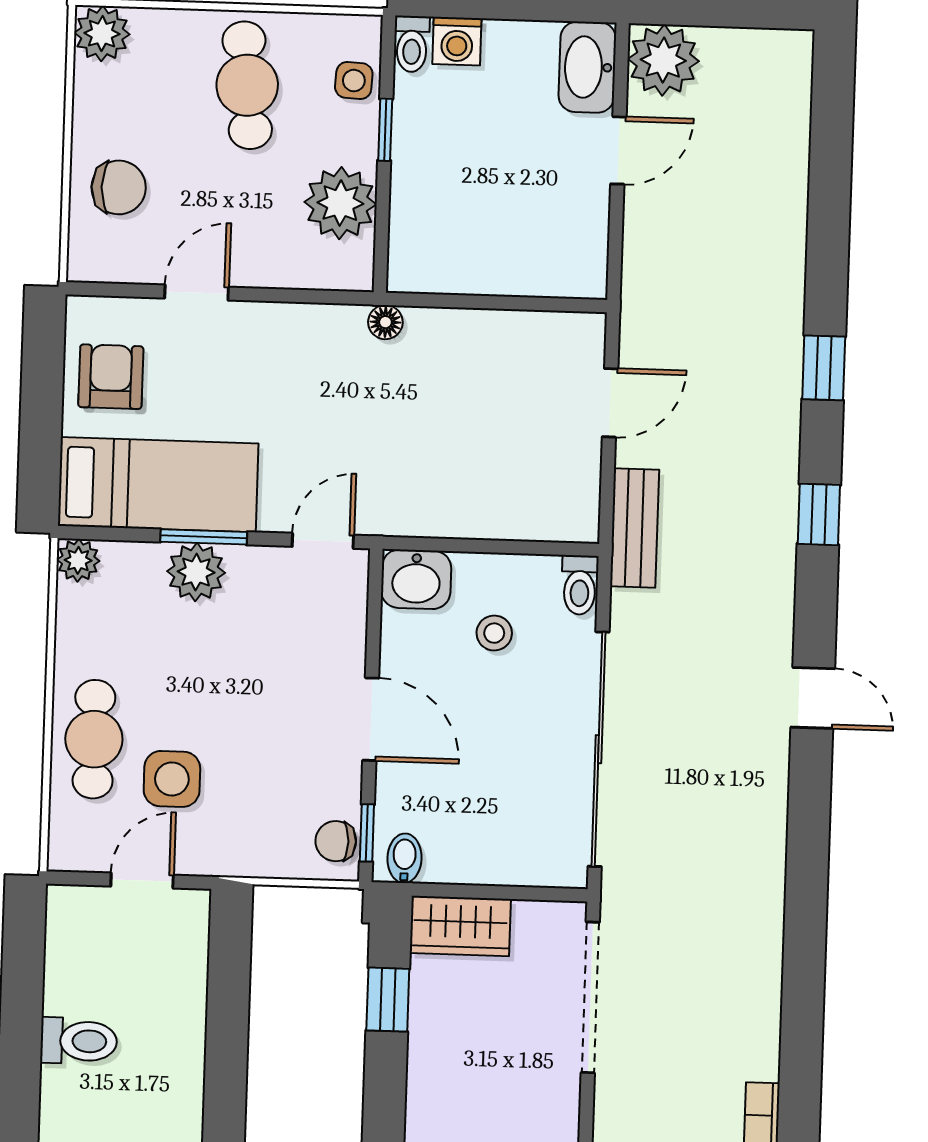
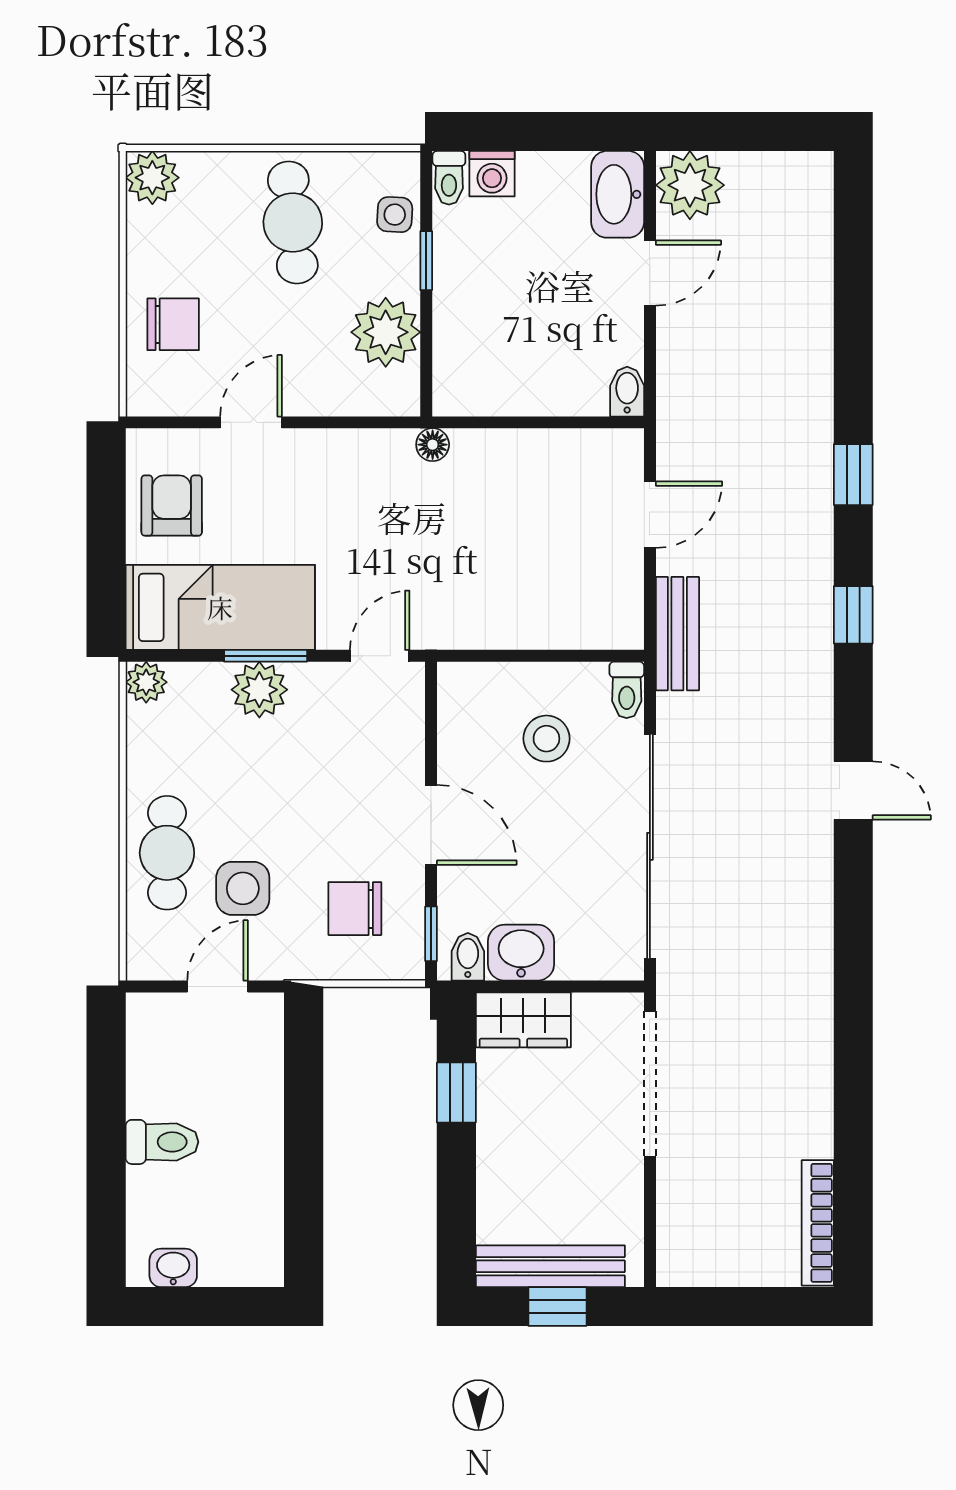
bidet: (590, 273) -> (627, 392), added
washbasin: (416, 579) -> (521, 953), moved, turned 180
stool: (494, 633) -> (546, 739), width x1.37, depth x1.37
chair: (336, 841) -> (355, 909), moved, width x1.37, depth x1.37

